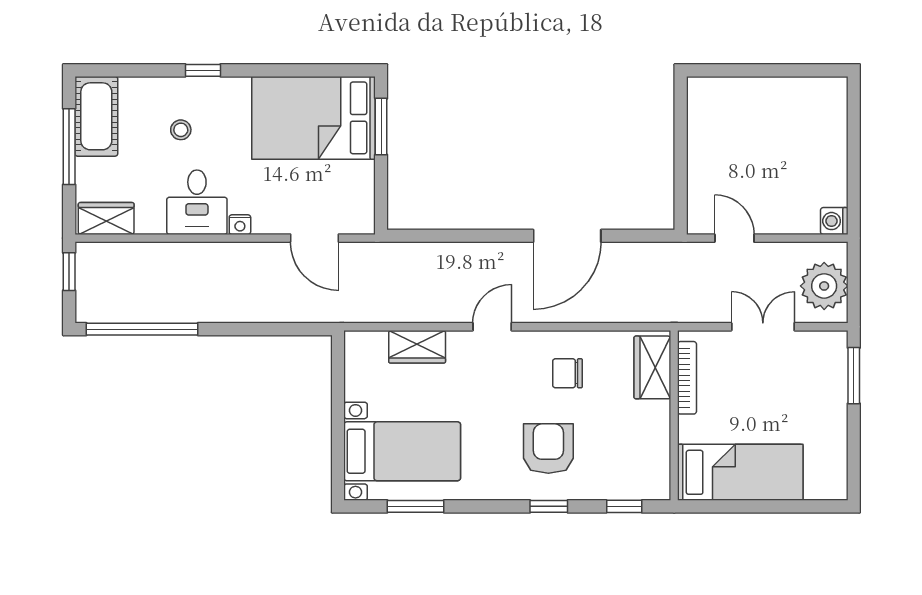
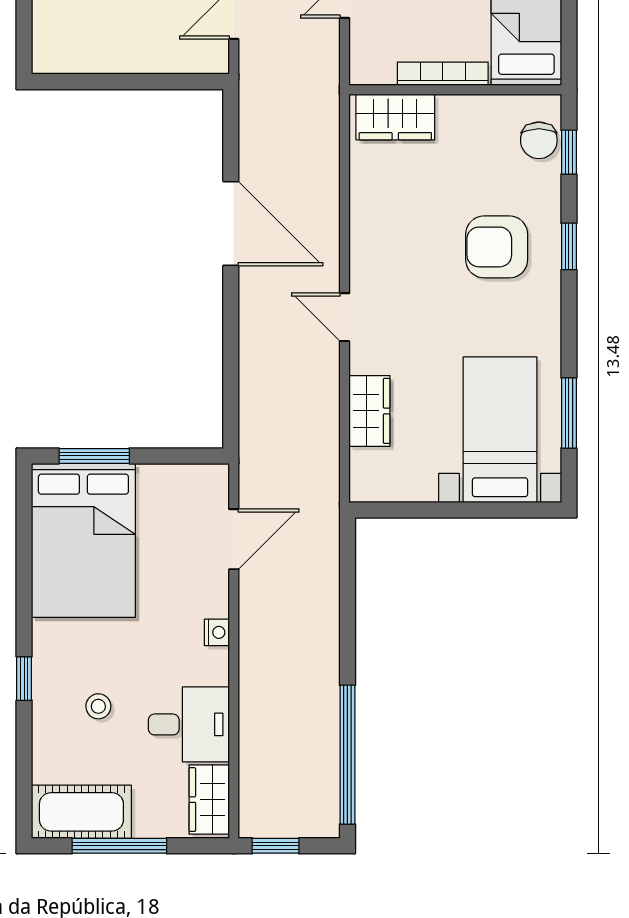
desk: (197, 202) -> (189, 724), moved
chair: (568, 373) -> (539, 140), moved
bookcase: (687, 378) -> (443, 74), moved

